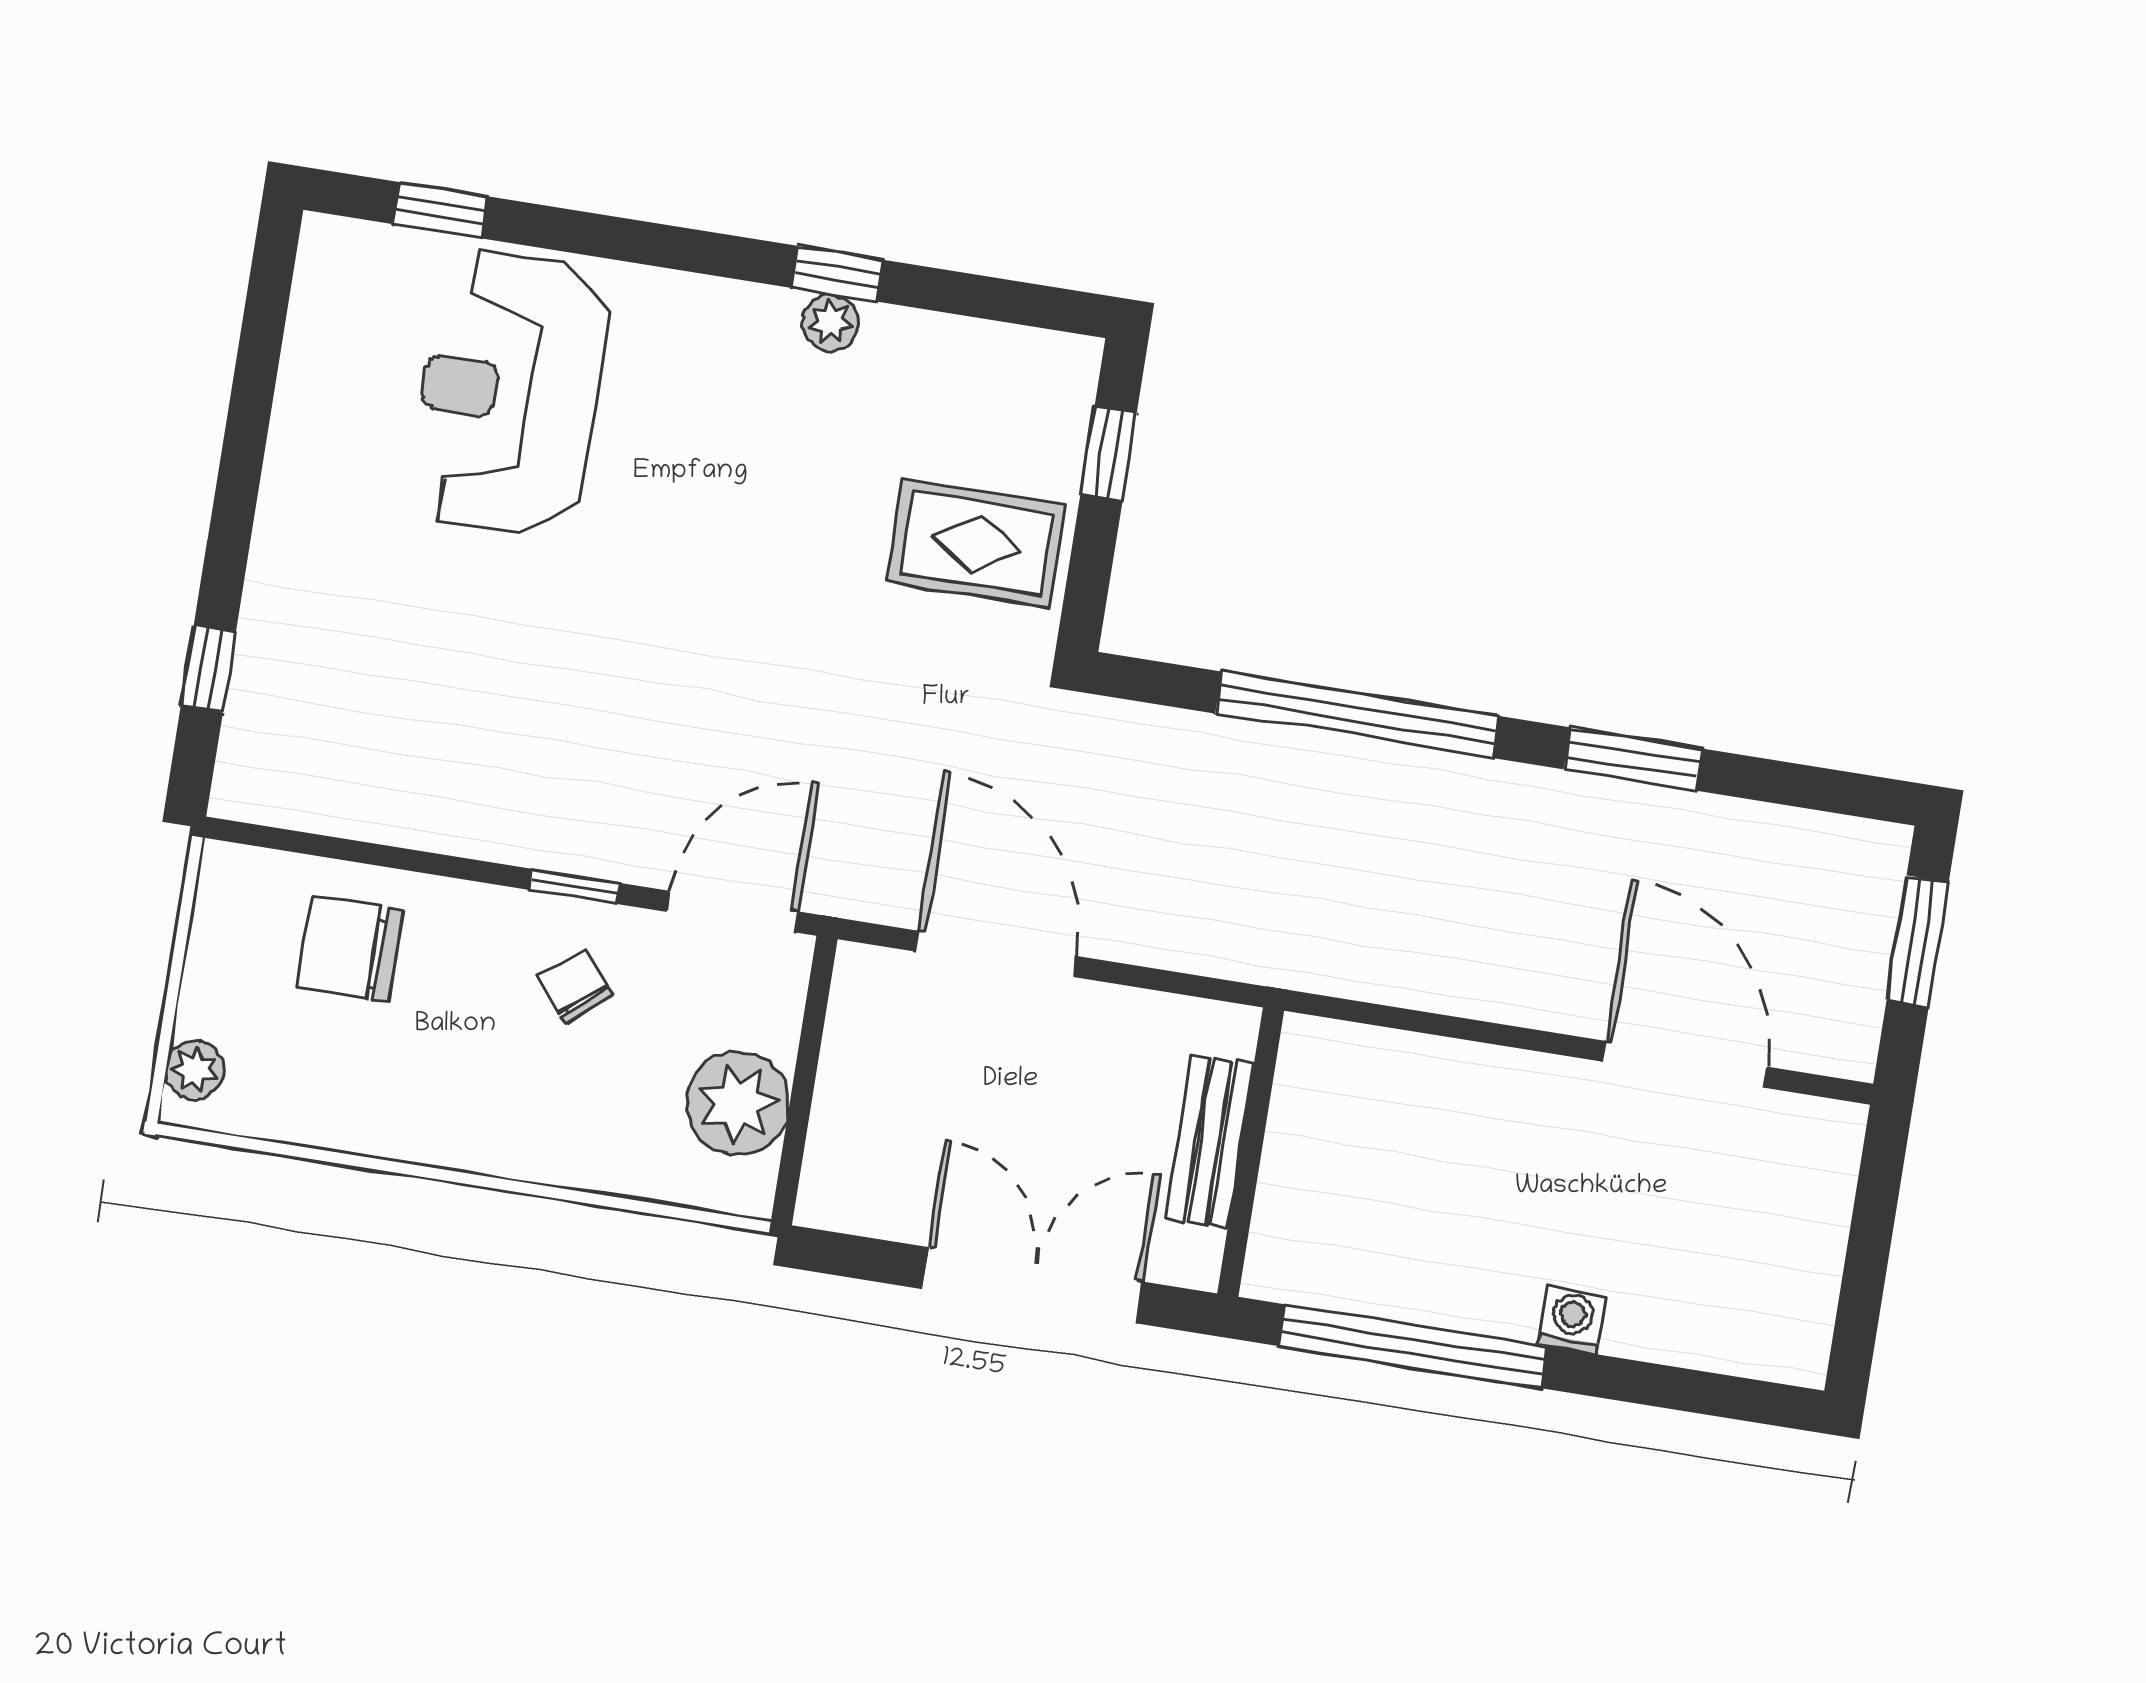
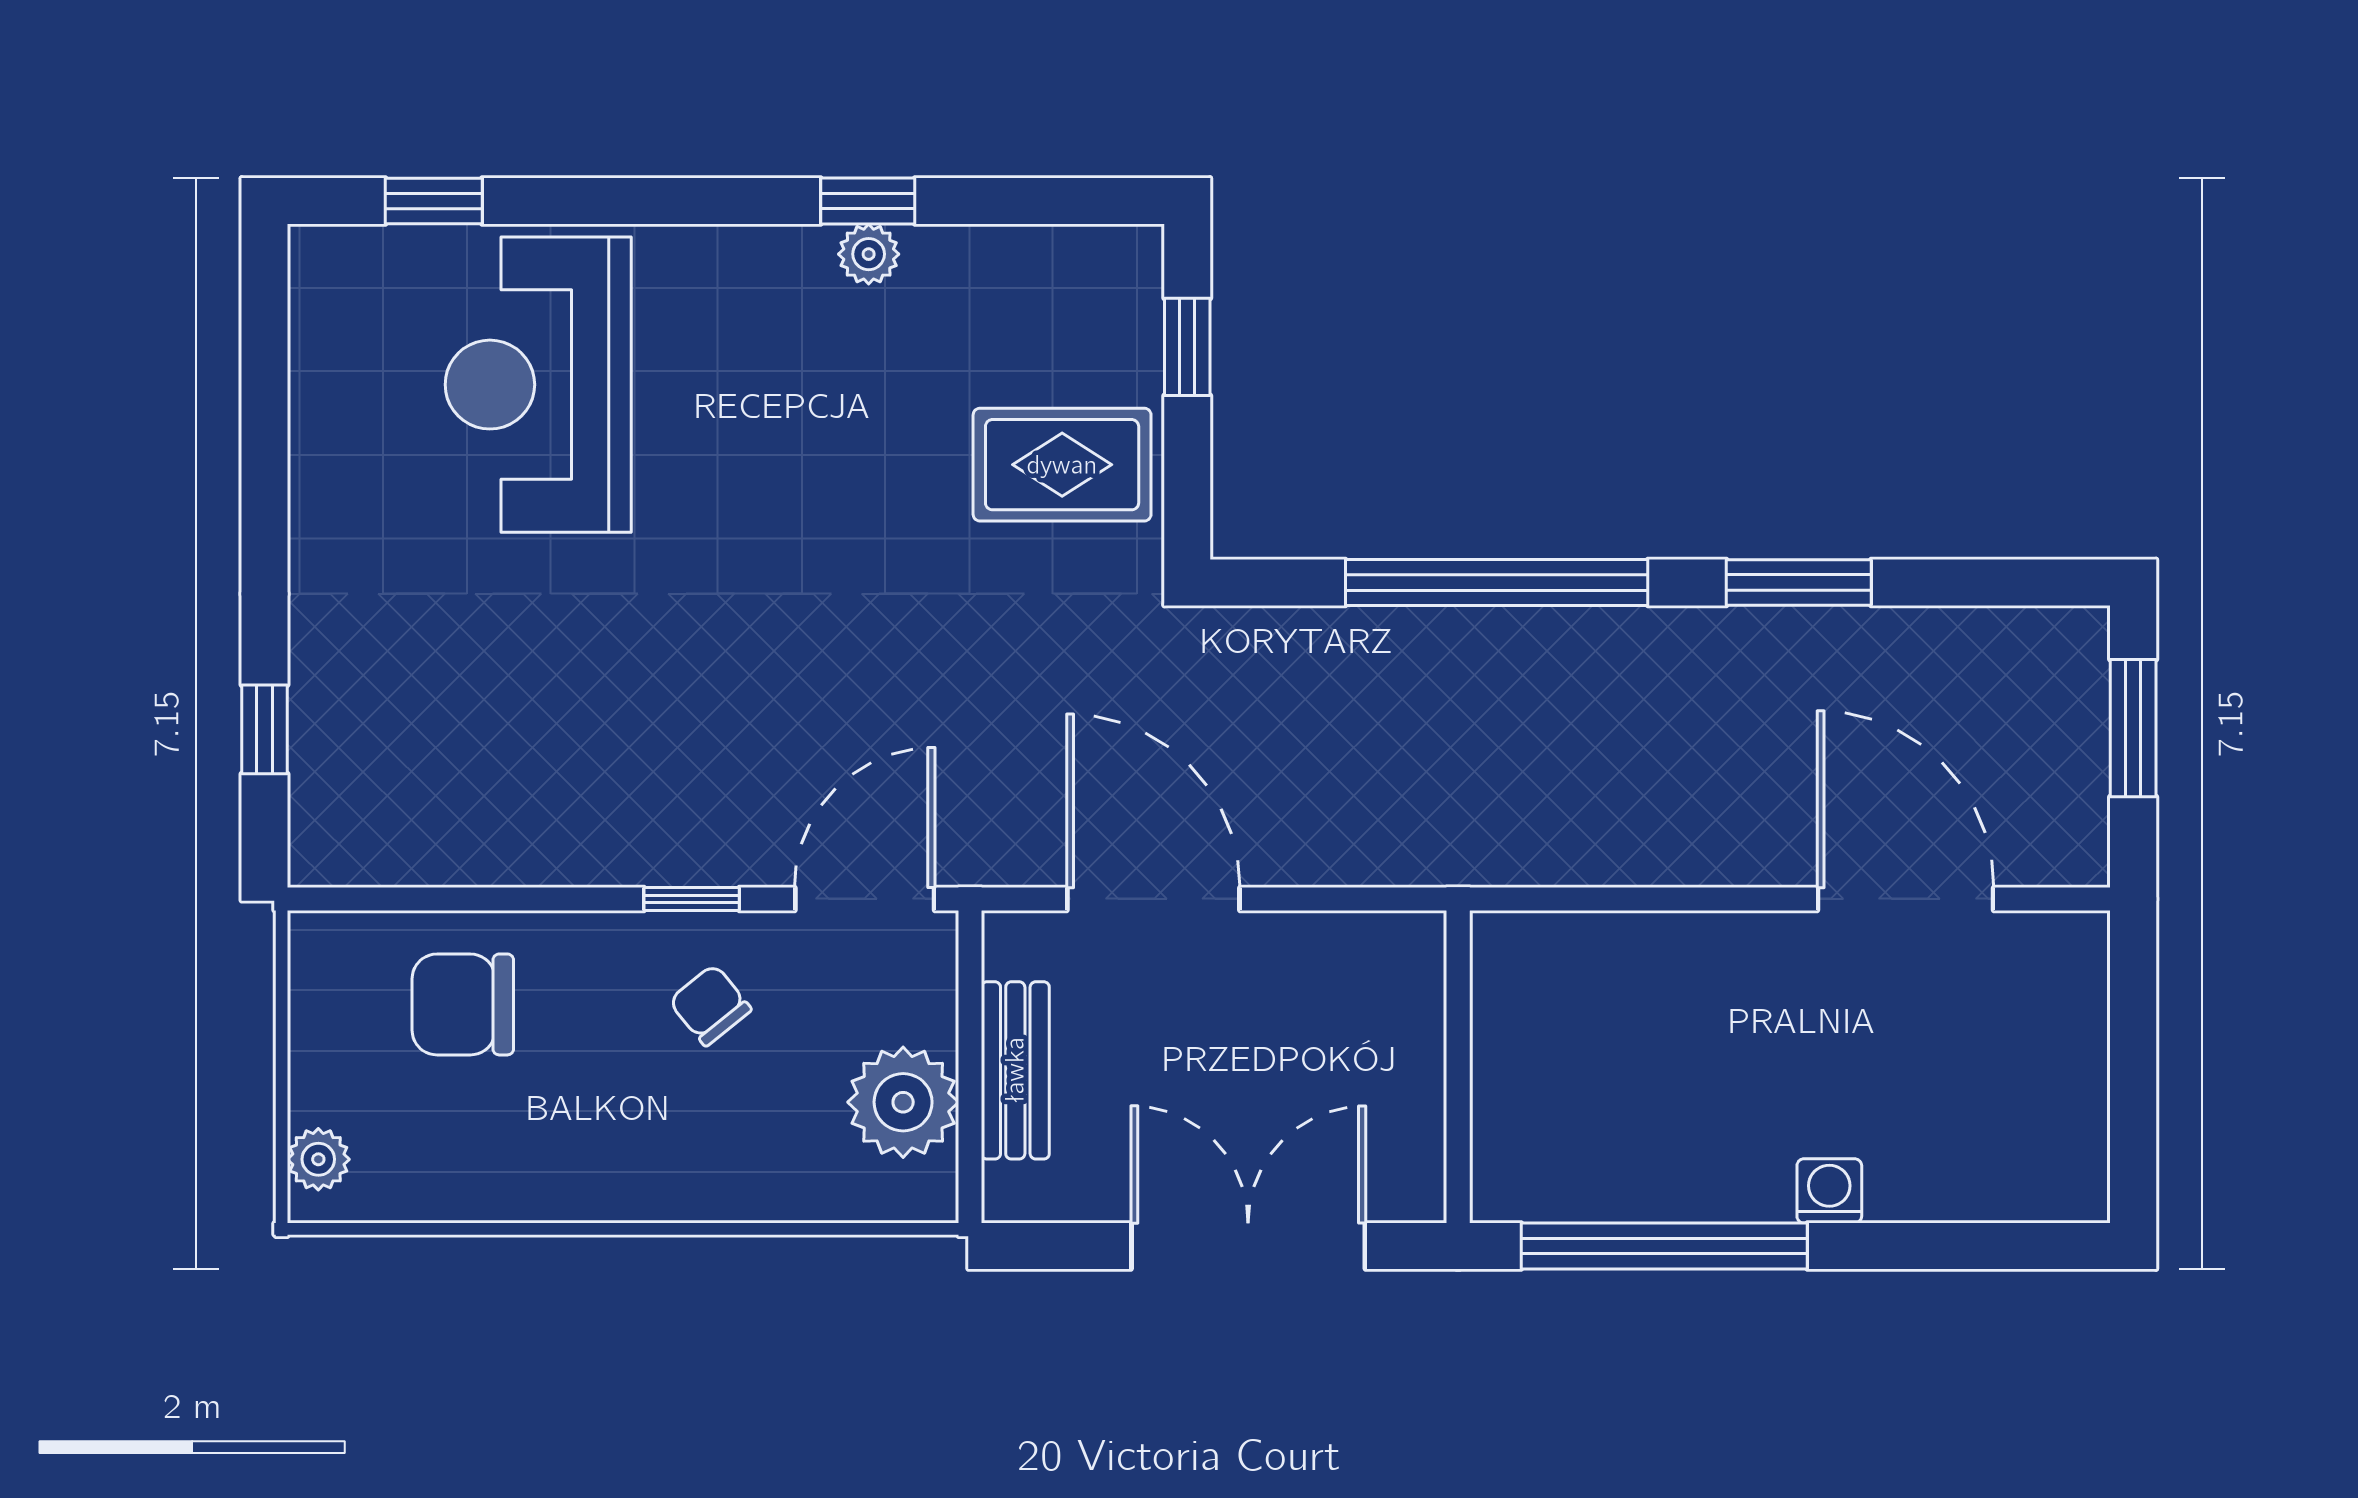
bench: (1210, 1141) -> (1015, 1070), moved

